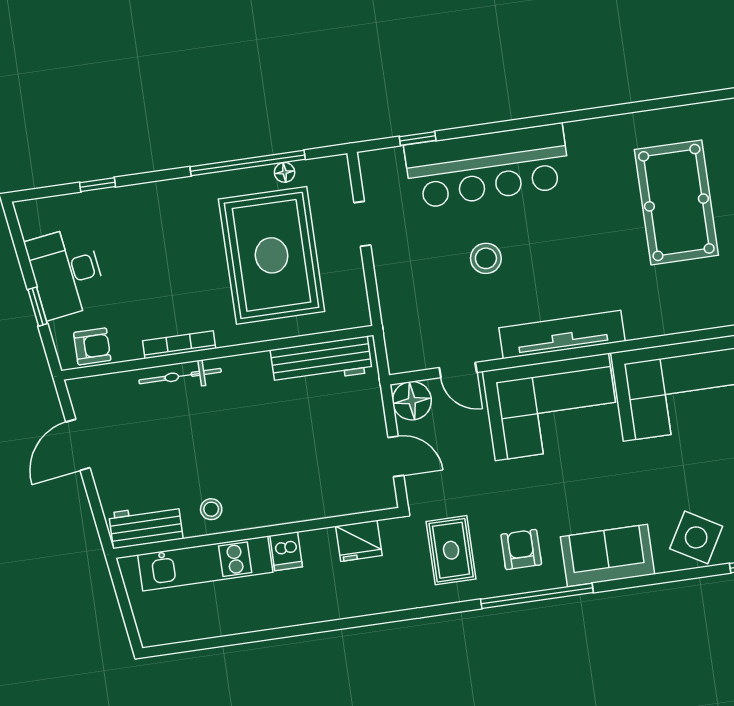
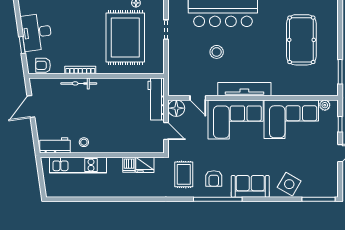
armchair: (92, 346) -> (43, 65), turned 180
workbench: (321, 361) -> (156, 99), moved, turned 90
armchair: (521, 549) -> (214, 178), turned 180
dishwasher: (286, 551) -> (129, 165), moved

